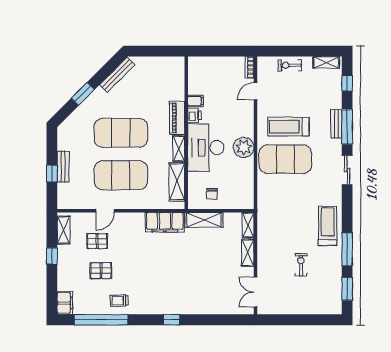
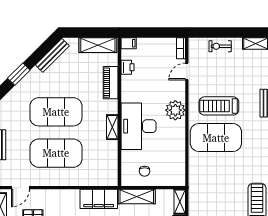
filing cabinet: (195, 101) -> (129, 43), moved
printer: (194, 115) -> (127, 67), moved
piano: (177, 118) -> (111, 83), moved
plant: (244, 147) -> (175, 110), moved
shelving: (177, 182) -> (98, 45), moved, turned 90
door: (105, 211) -> (20, 188), moved

